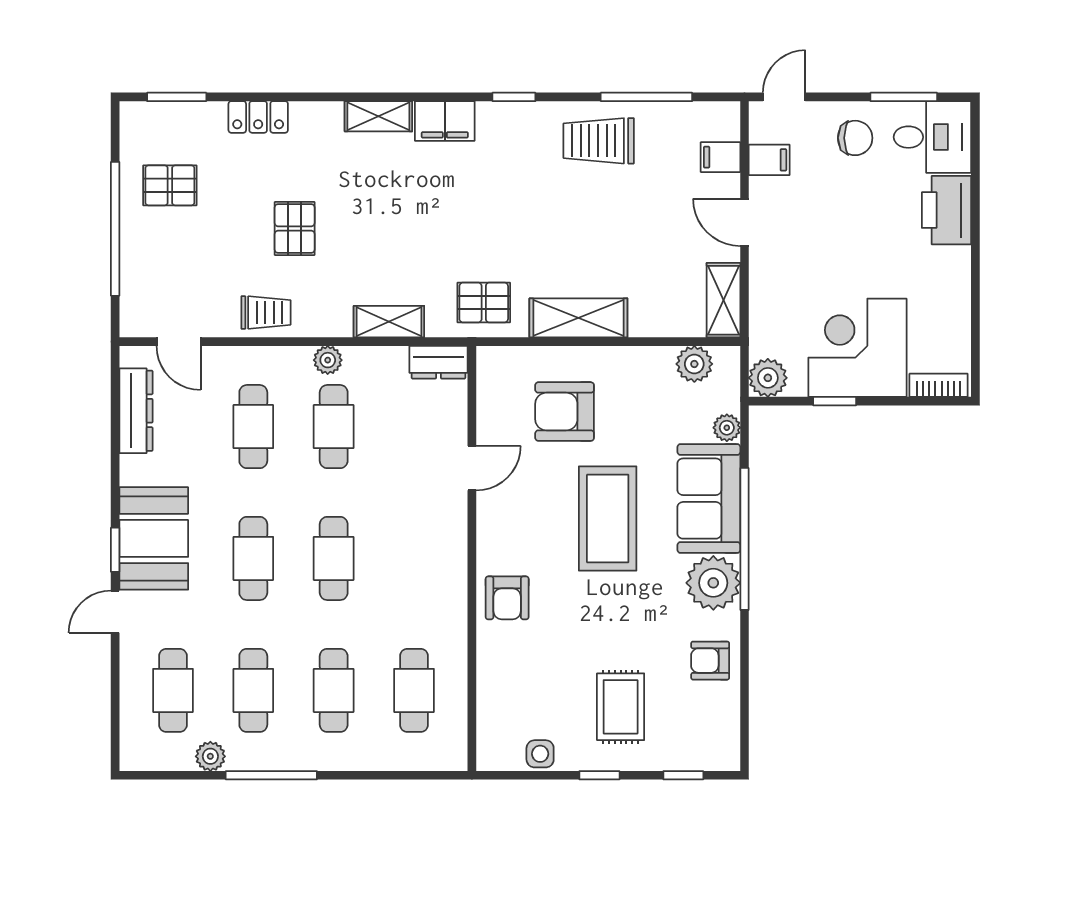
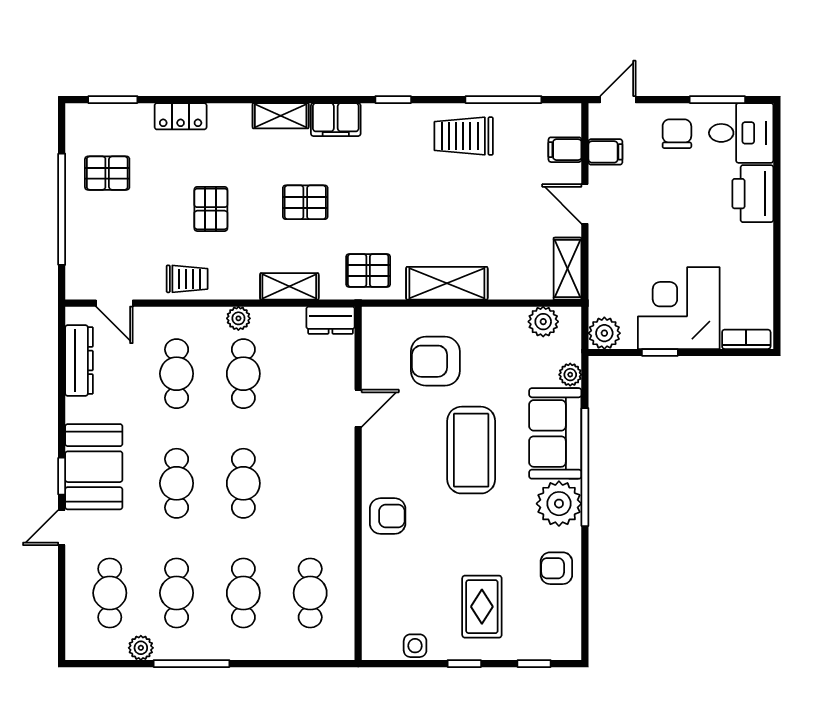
chair: (855, 138) -> (677, 134), turned -90
pallet: (408, 220) -> (305, 202), added
armchair: (507, 598) -> (388, 516), turned -90

